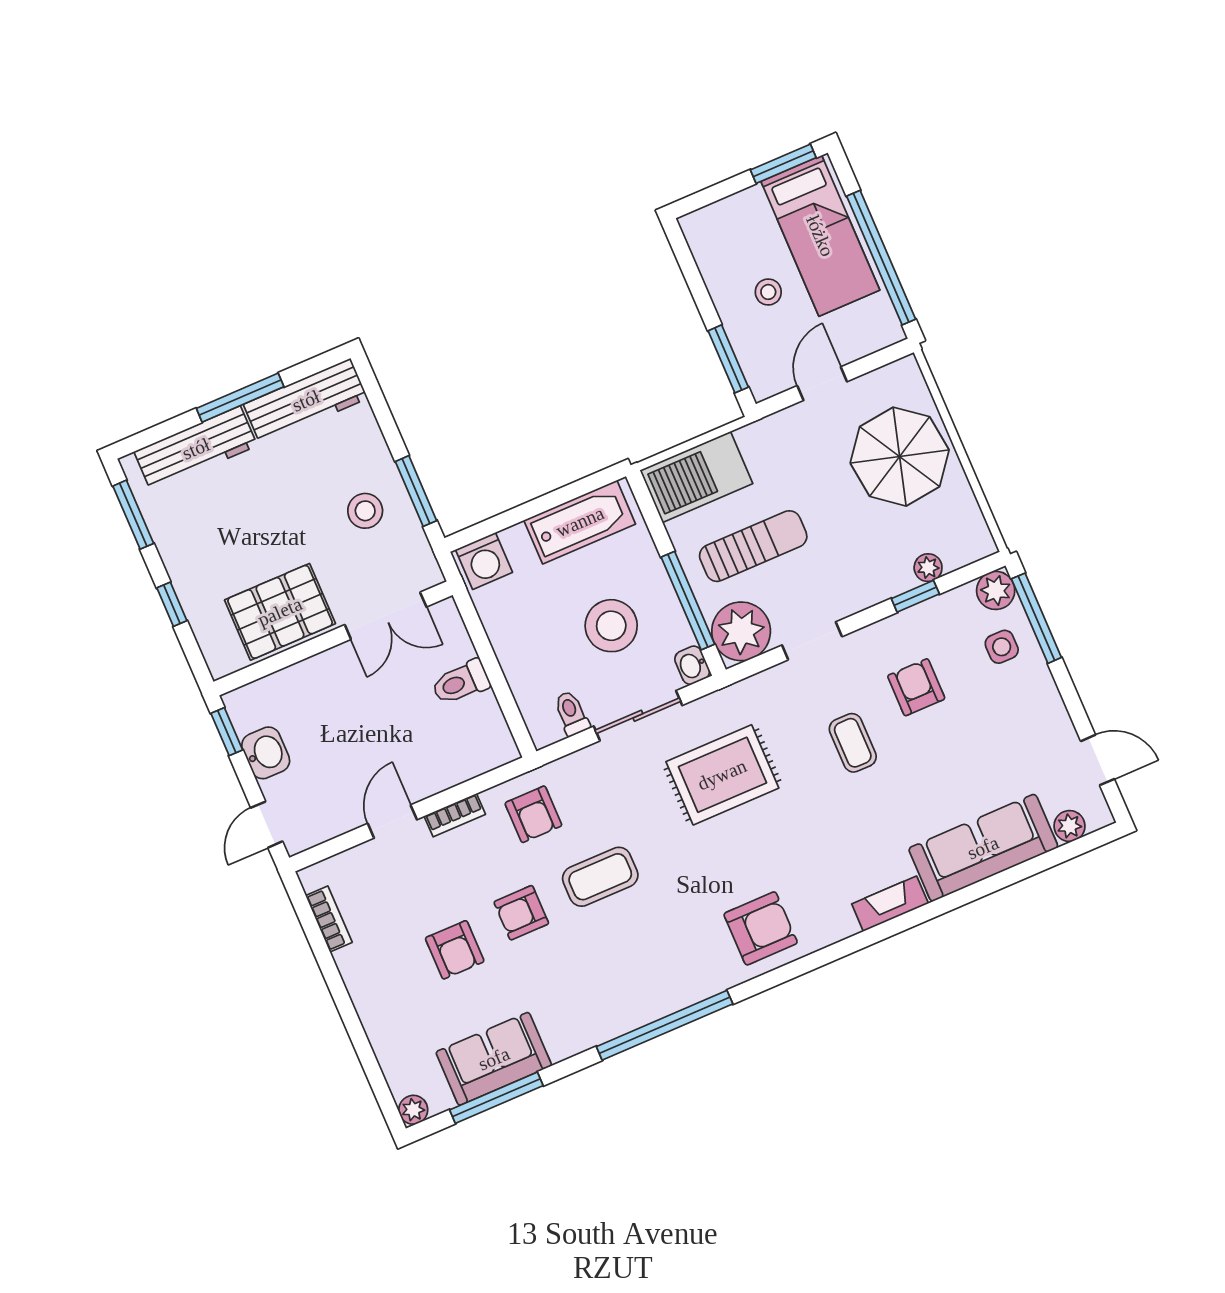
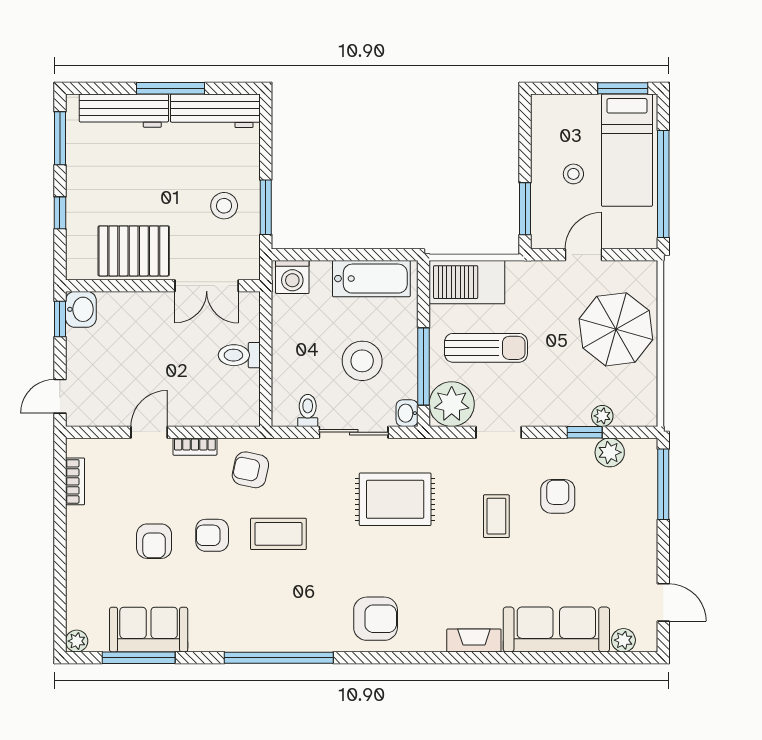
plant: (996, 590) -> (610, 452), moved
side table: (1002, 647) -> (630, 494), removed
washbasin: (266, 753) -> (81, 309), moved
armchair: (533, 814) -> (250, 470), turned 102

